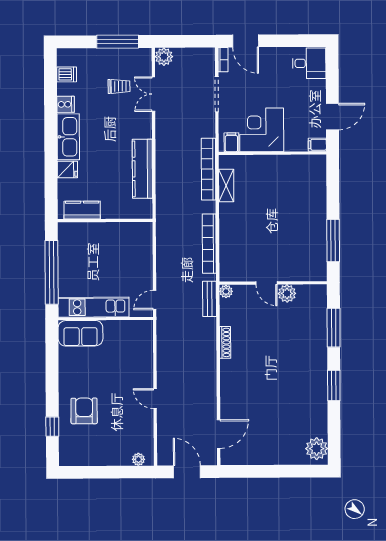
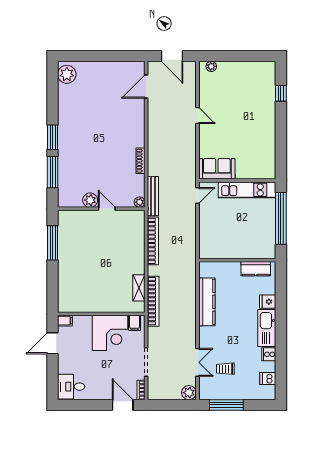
bench: (209, 299) -> (153, 196), width x1.36
sofa: (80, 333) -> (217, 169), moved
window: (334, 385) -> (53, 137), moved
armchair: (84, 411) -> (255, 106), removed

